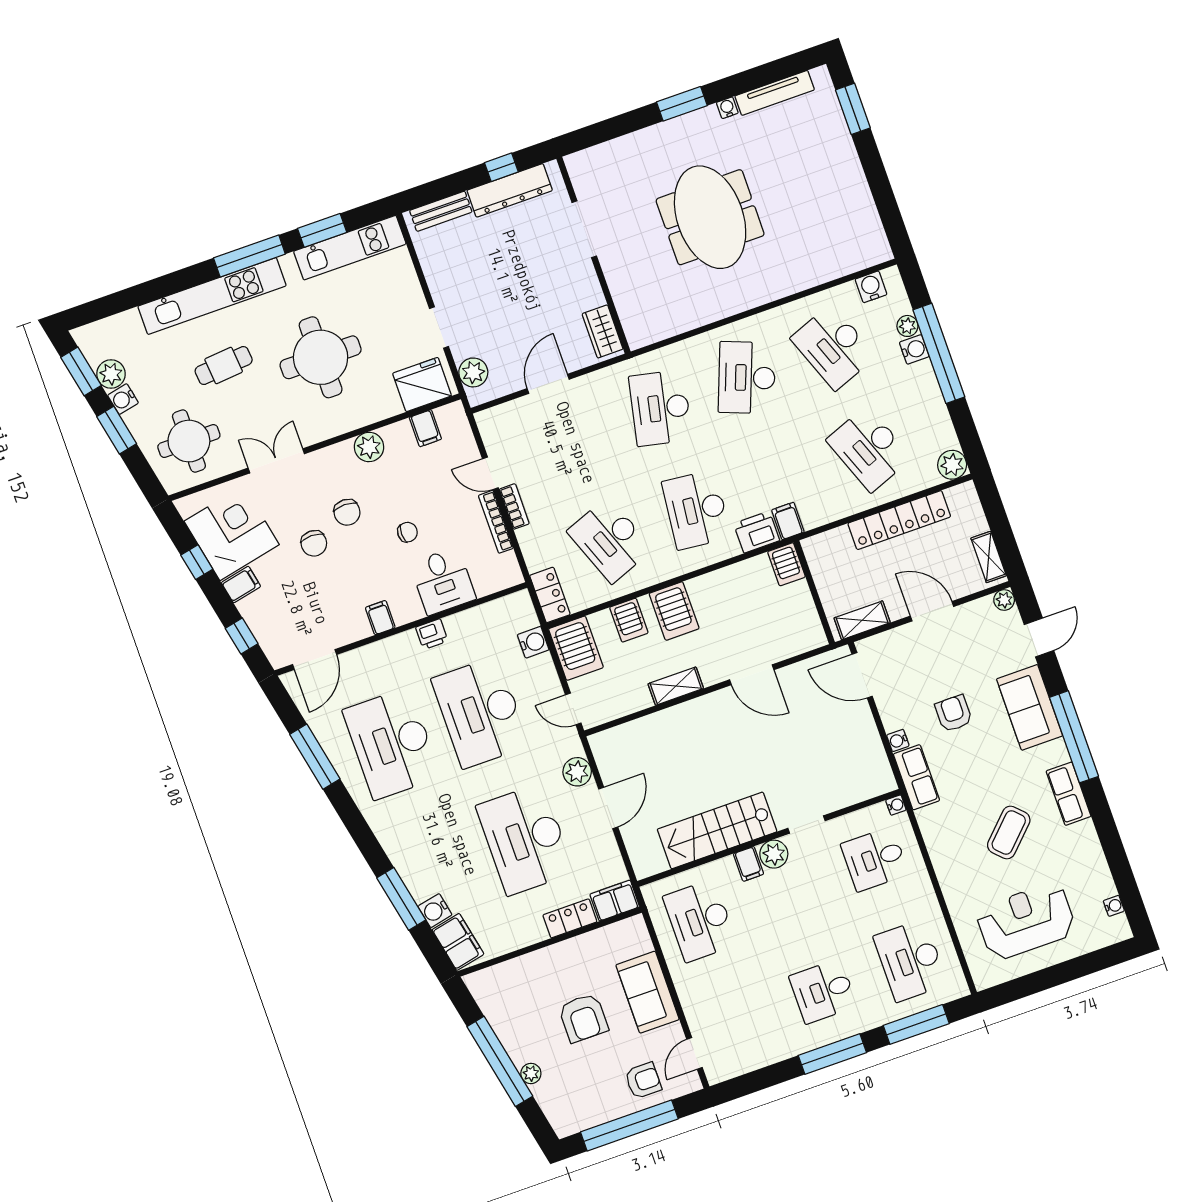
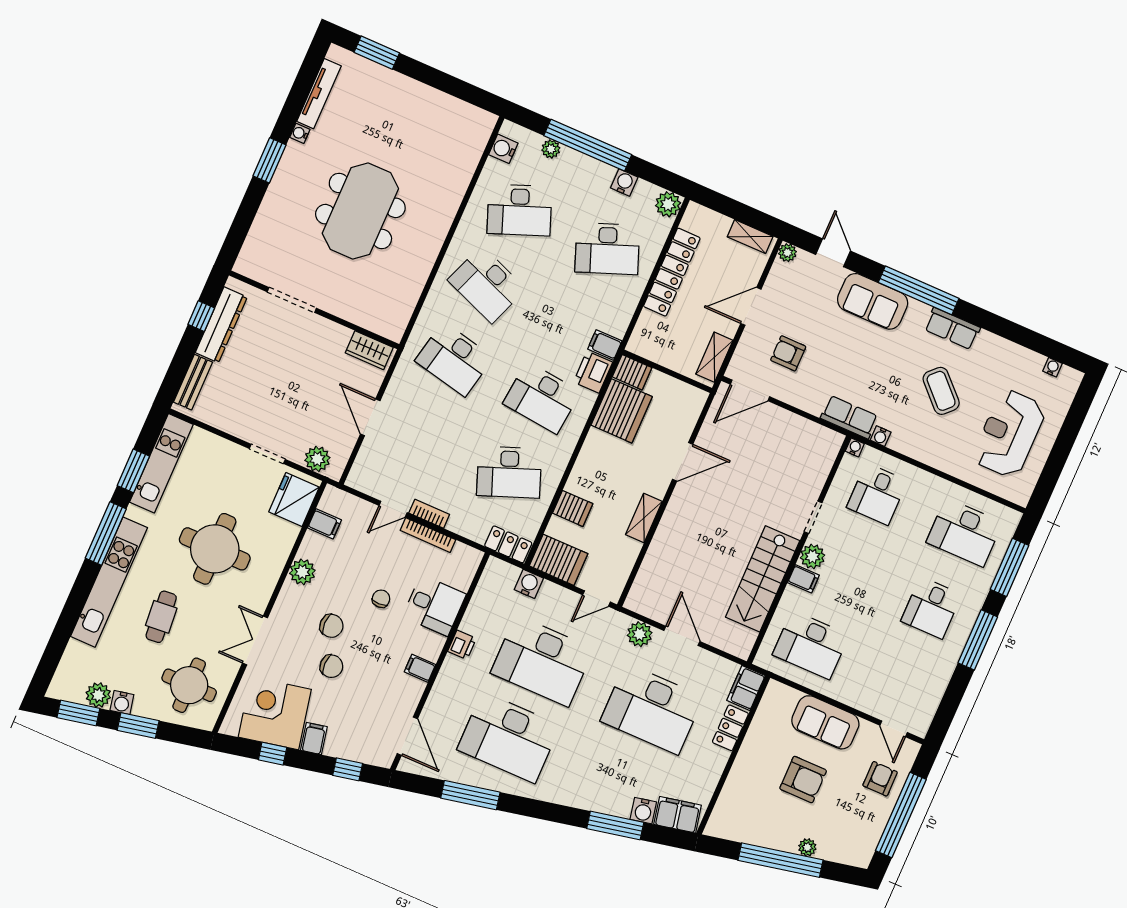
meeting table: (710, 217) -> (360, 211), turned 90
water cooler: (914, 349) -> (624, 182), moved
server rack: (674, 611) -> (622, 411), moved, width x1.60
armchair: (954, 713) -> (788, 353), moved
water cooler: (898, 740) -> (881, 436), moved

